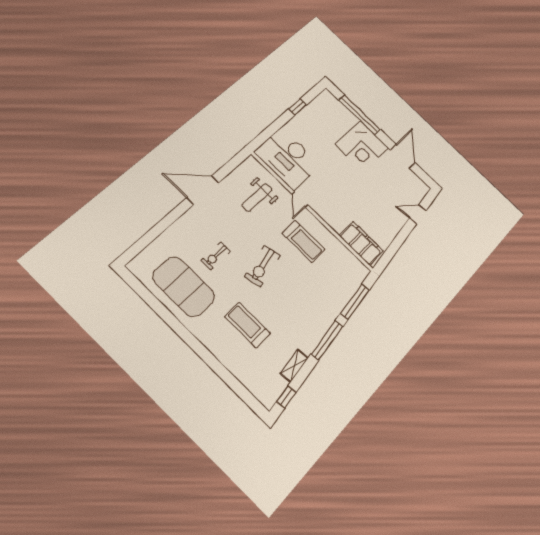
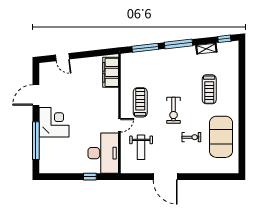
window: (298, 107) -> (90, 177), moved
weight bench: (257, 197) -> (141, 147), turned 90
exercise bike: (262, 266) -> (174, 110), turned 103

